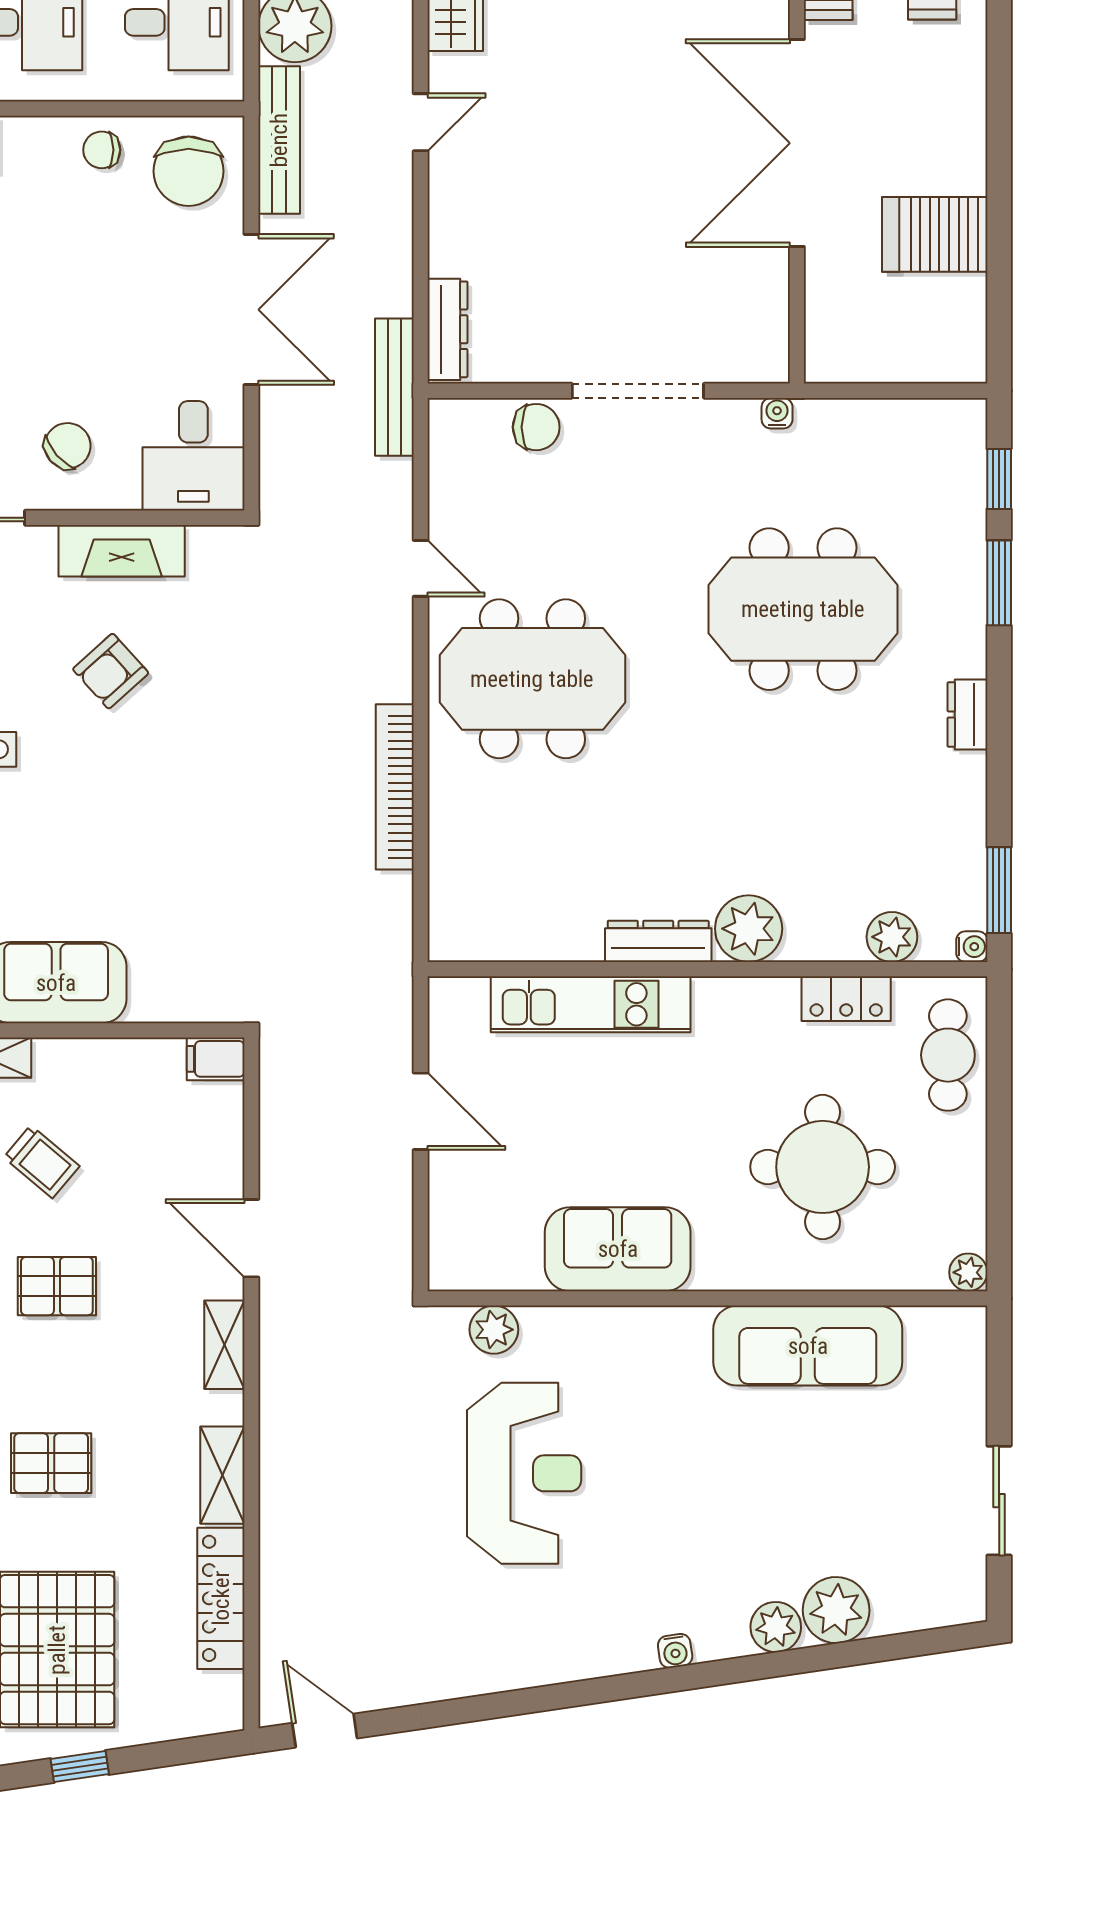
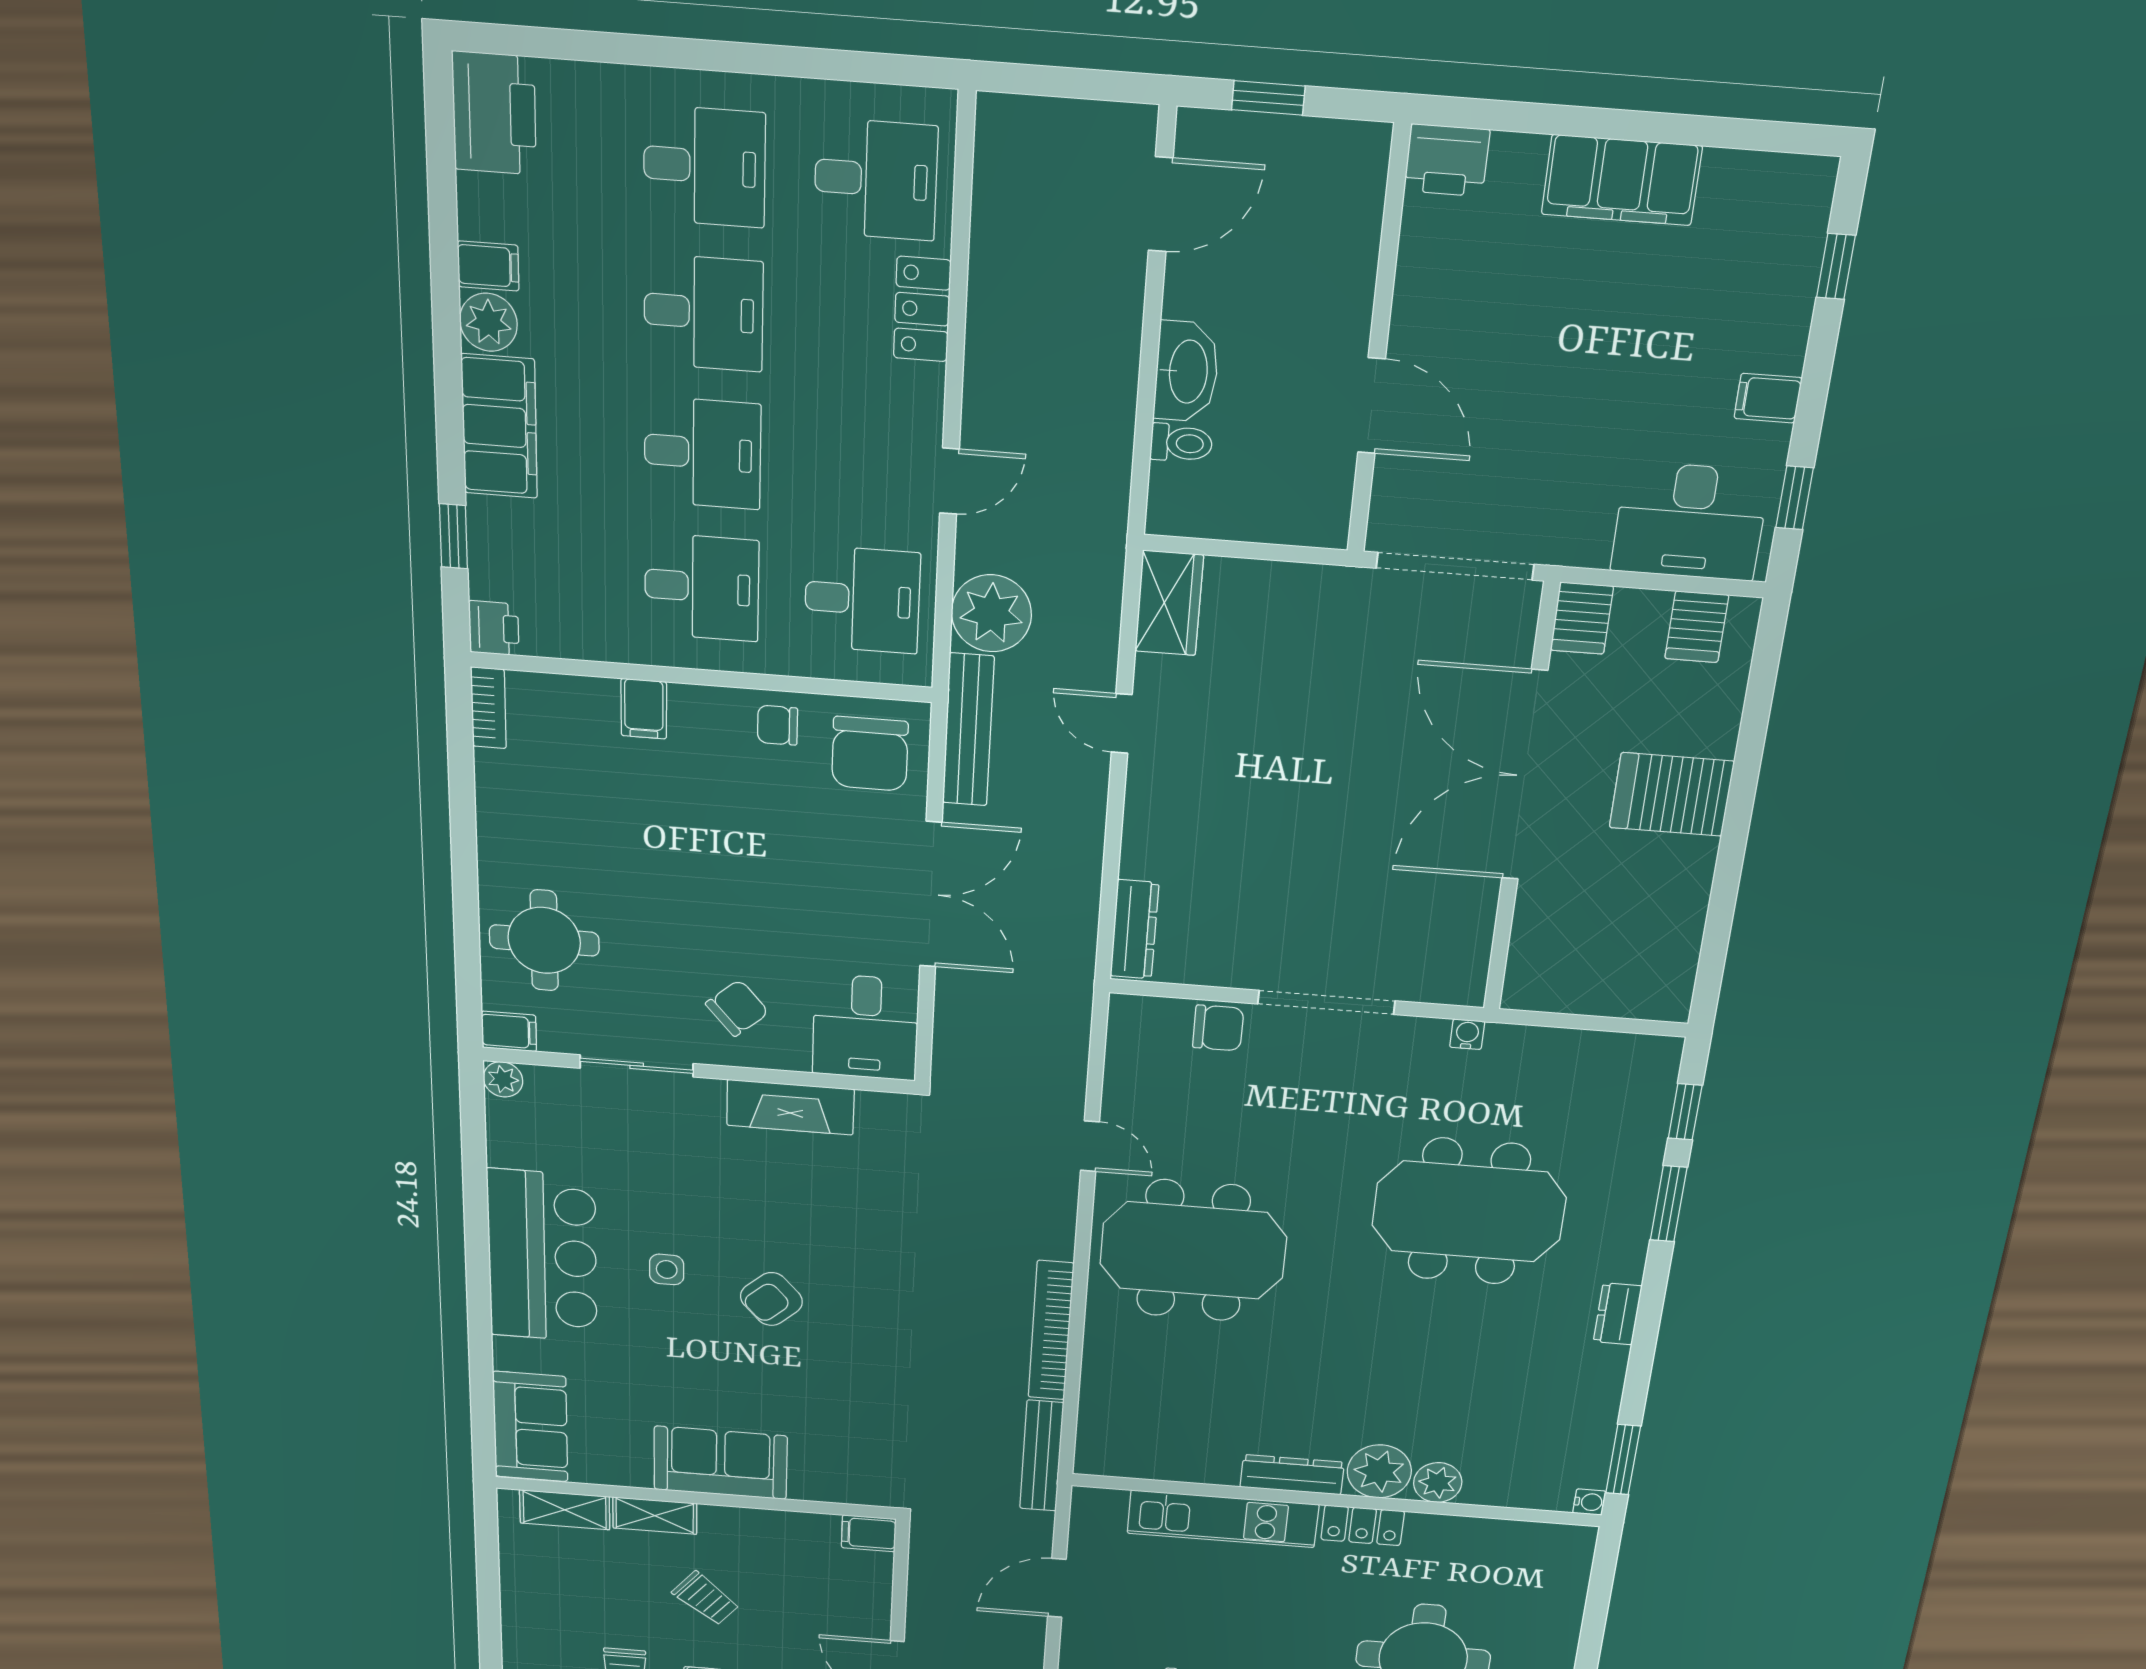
door: (421, 122) -> (1122, 723), swing flipped
server rack: (935, 234) -> (1672, 794), moved
bench: (394, 387) -> (1042, 1456), moved
armchair: (111, 671) -> (771, 1299), moved
plant: (892, 937) -> (1438, 1483), moved
locker: (846, 999) -> (1363, 1525), moved
cafe table: (948, 1055) -> (1553, 1584), removed
door: (421, 1111) -> (1057, 1588), swing flipped

